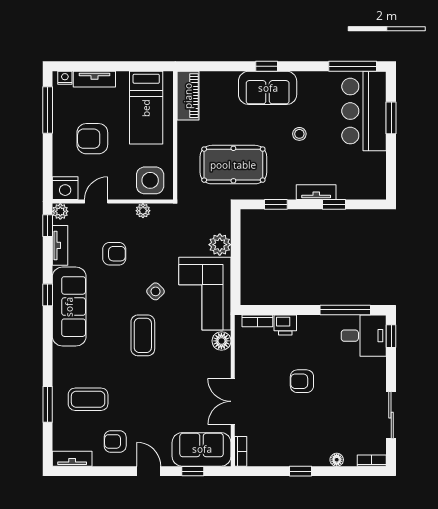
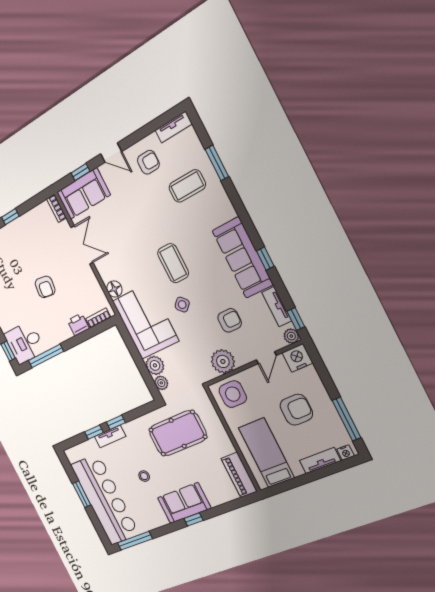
bar counter: (364, 111) -> (105, 499), width x1.36
window: (391, 118) -> (82, 494), moved
window: (276, 204) -> (116, 422), moved
plant: (143, 211) -> (223, 361), width x1.87, depth x1.87
plant: (223, 224) -> (161, 383), added
armchair: (114, 254) -> (230, 320), turned 180
armchair: (302, 381) -> (45, 287), turned 98

